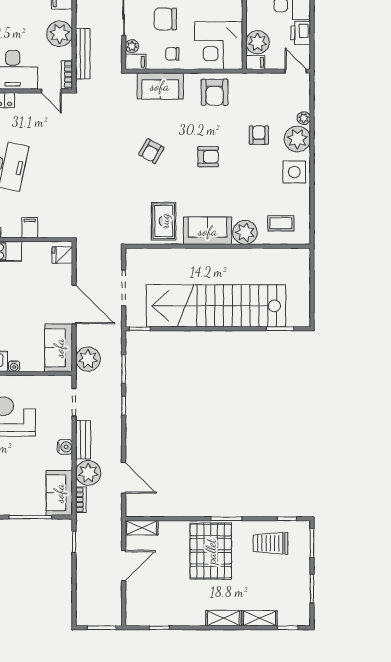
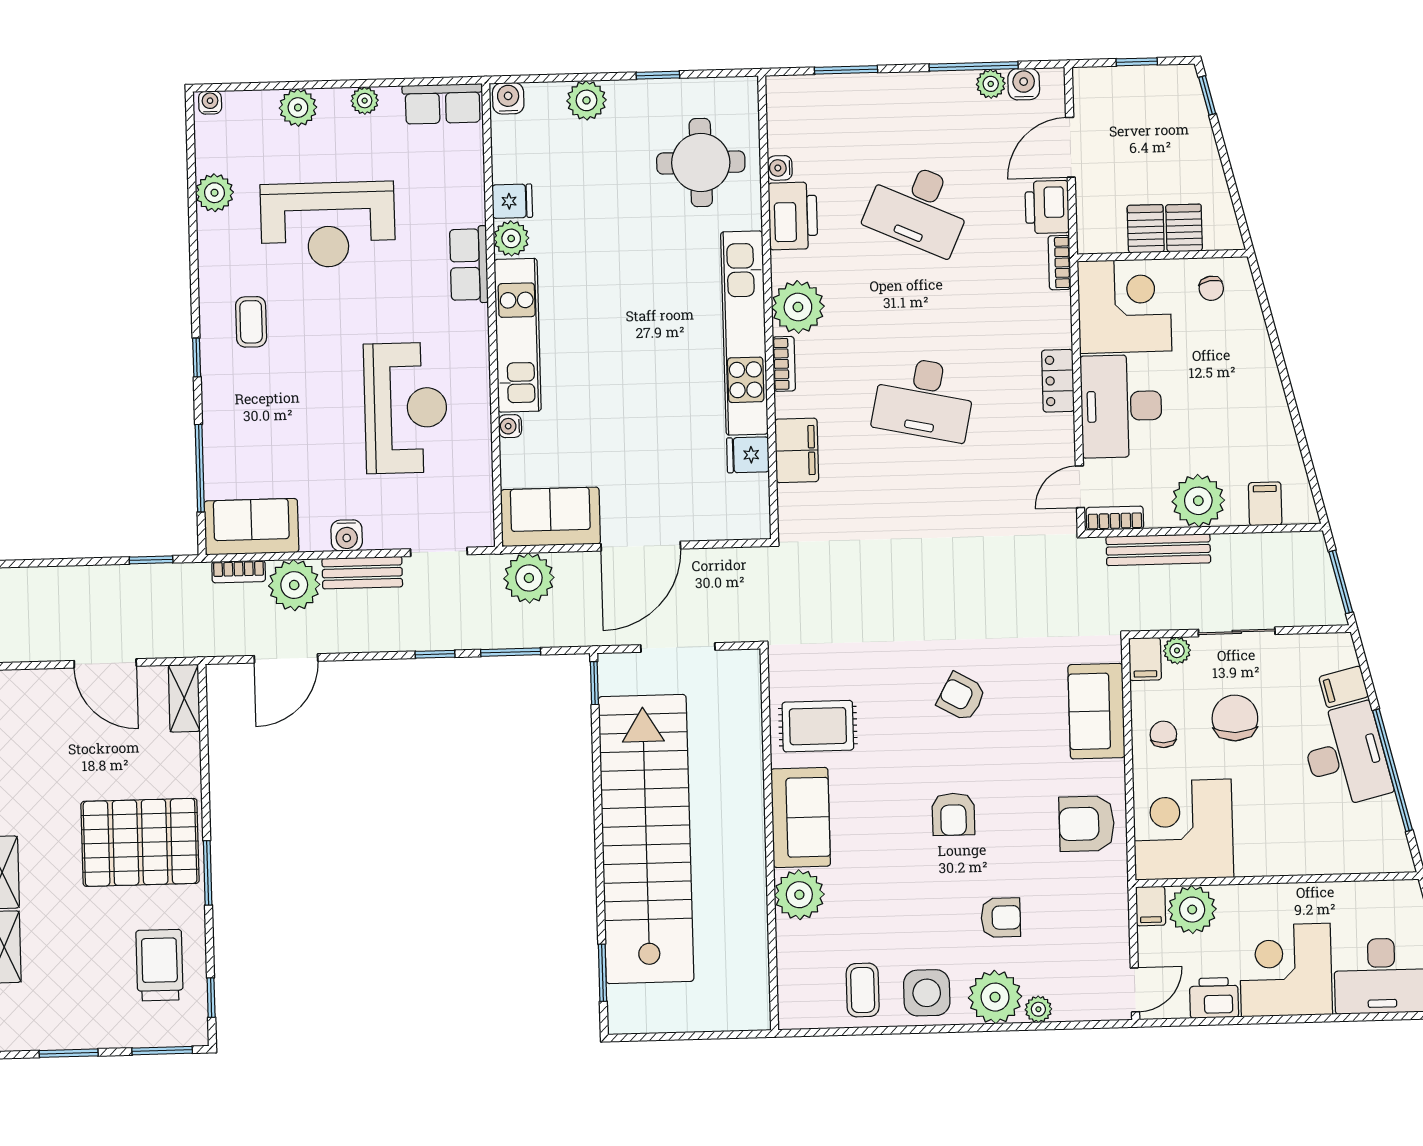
coffee table: (281, 223) -> (863, 990), moved
filing cabinet: (30, 228) -> (797, 450), width x2.00
fridge: (62, 255) -> (748, 455), moved, turned -90

